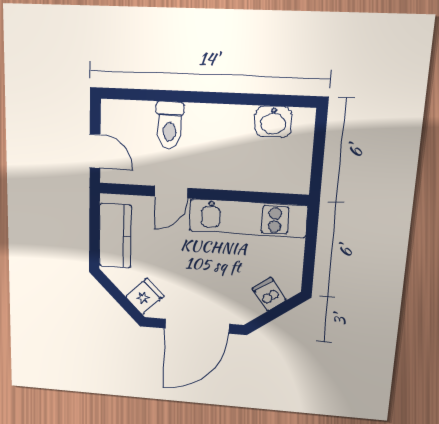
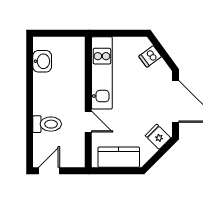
door: (95, 151) -> (49, 171), moved

